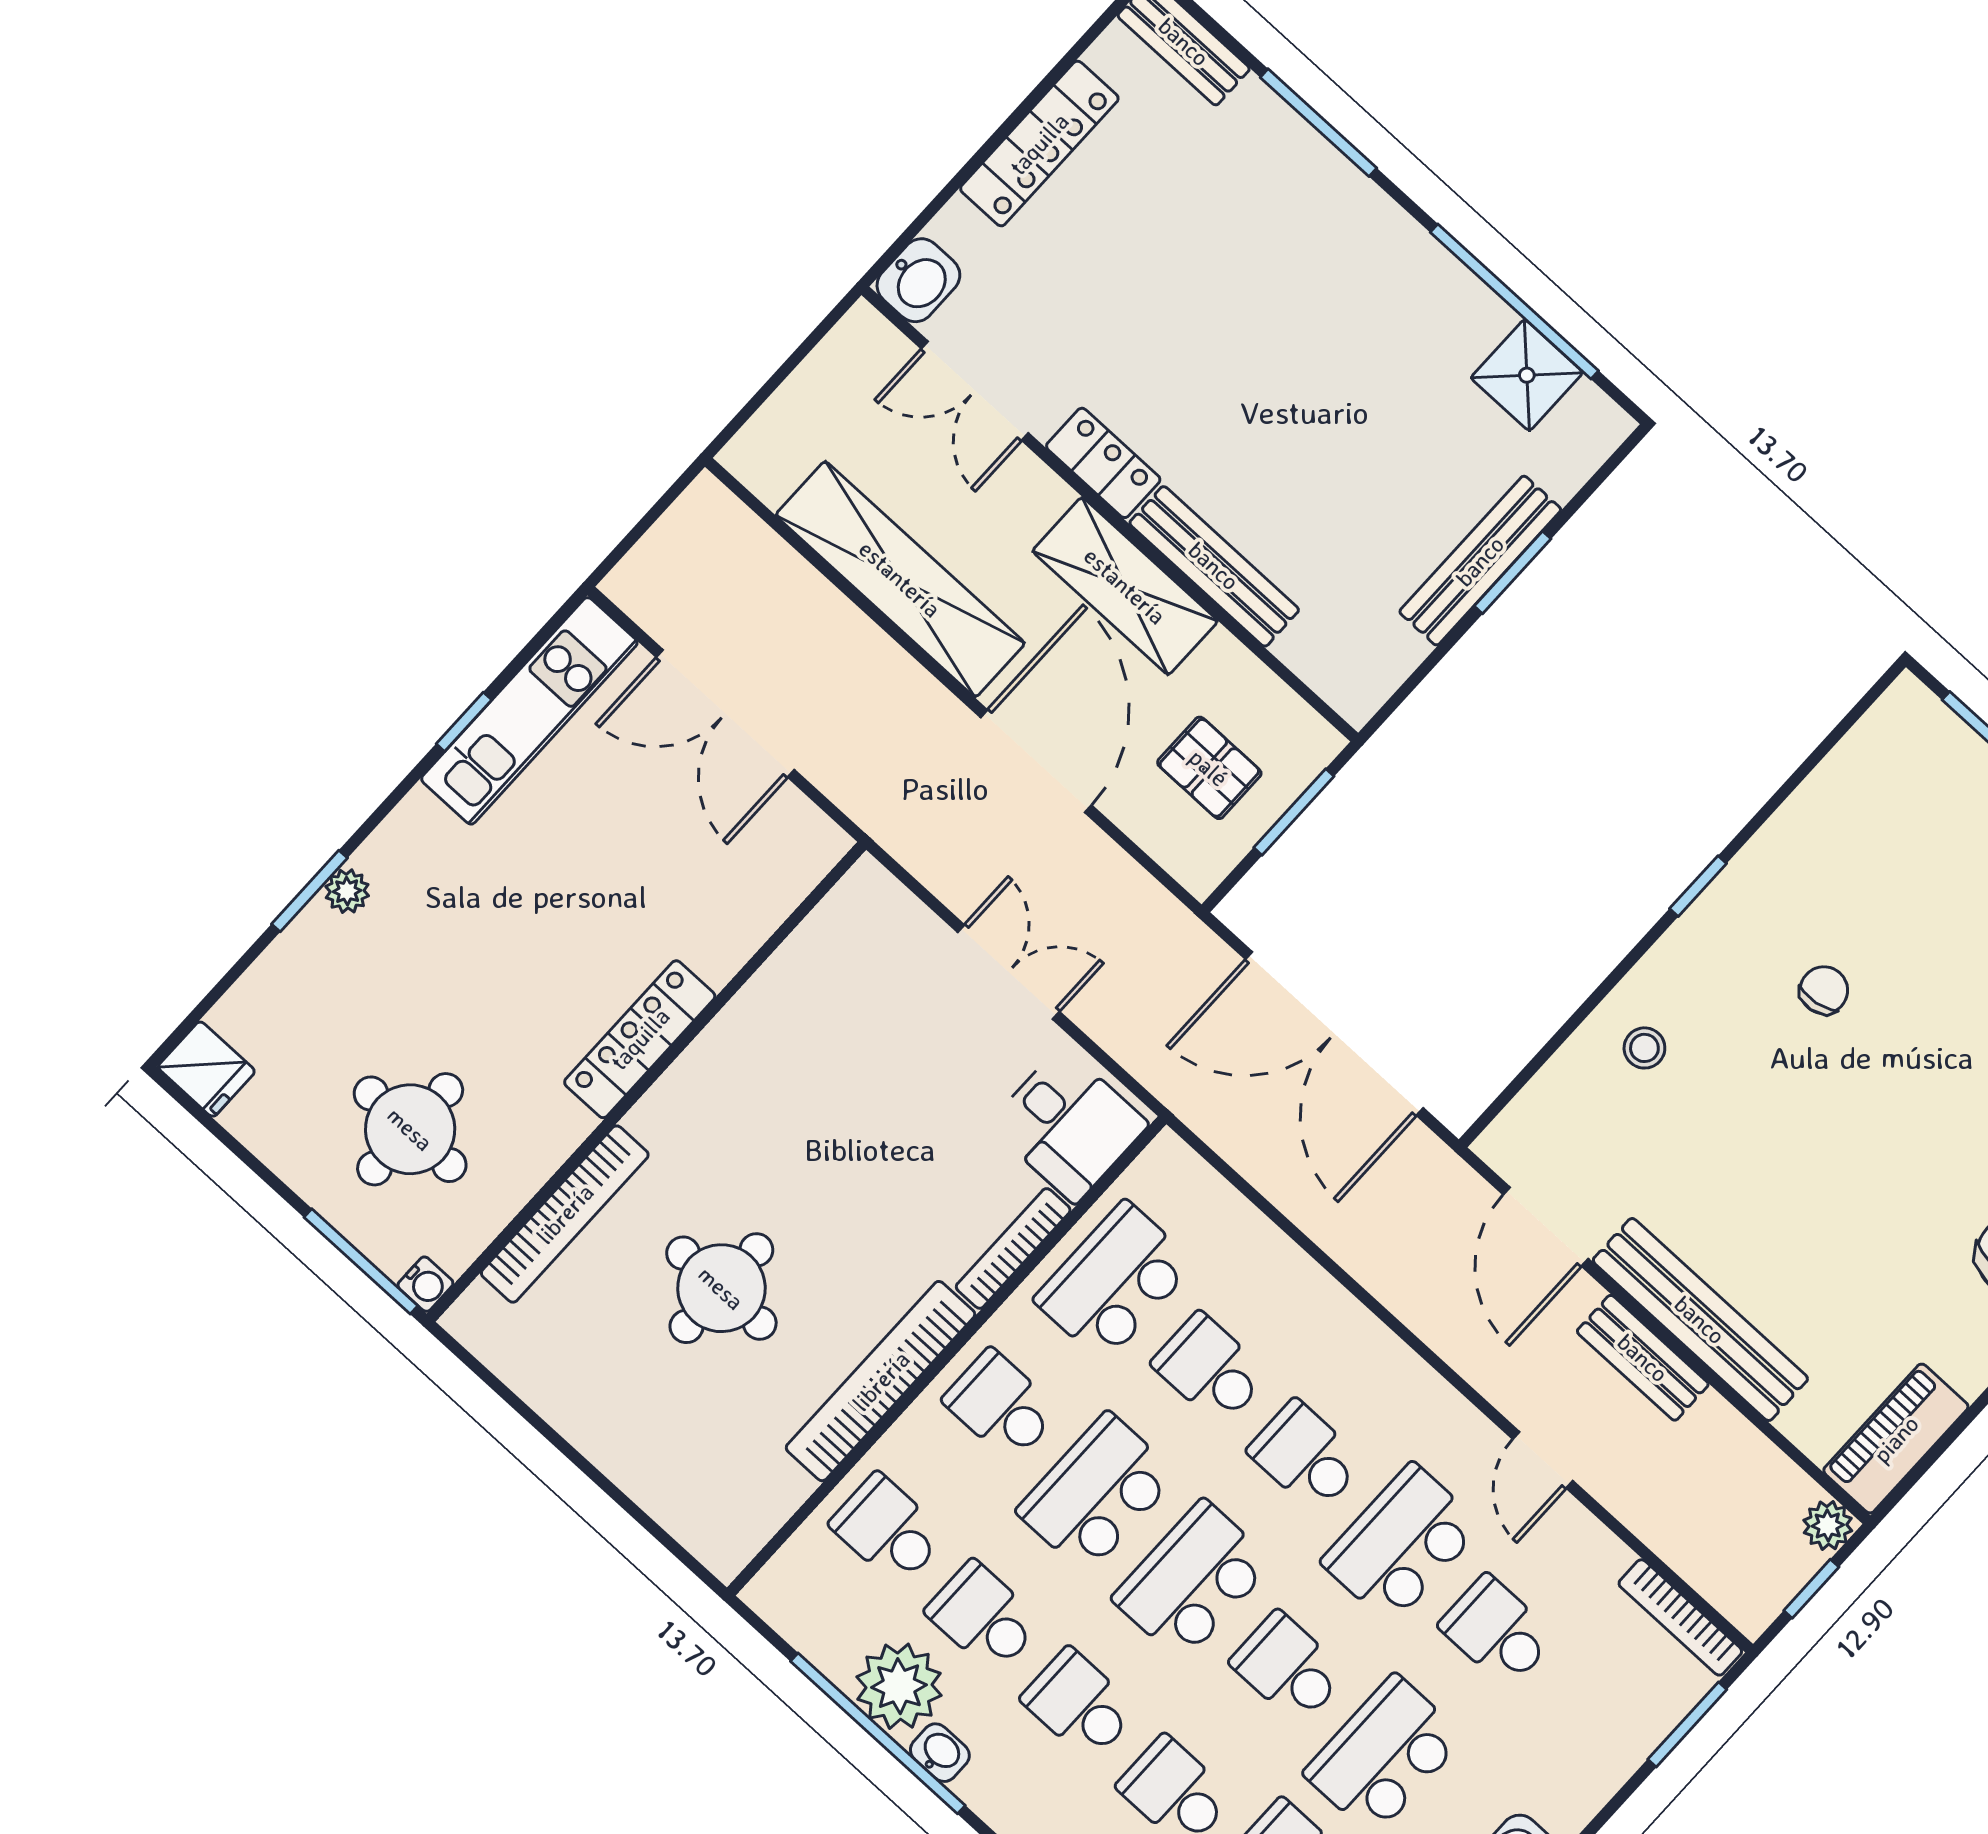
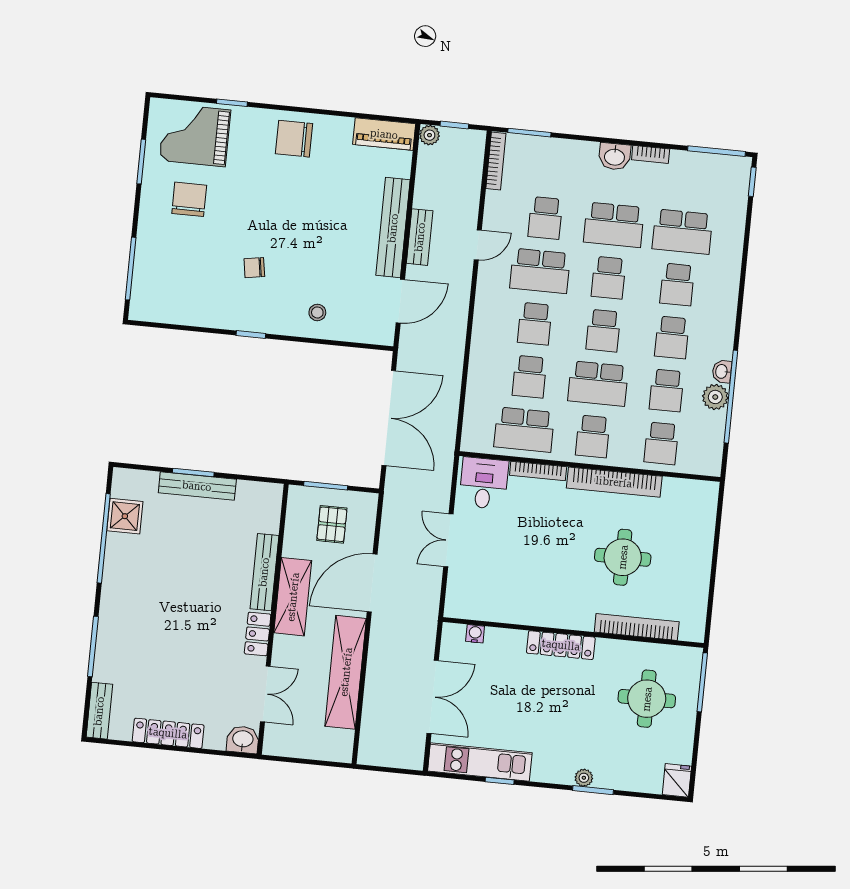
water cooler: (425, 1284) -> (475, 634), moved
school desk: (1192, 1580) -> (603, 331), width x0.54
plant: (899, 1686) -> (715, 397), width x0.73, depth x0.73

